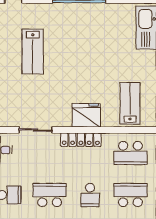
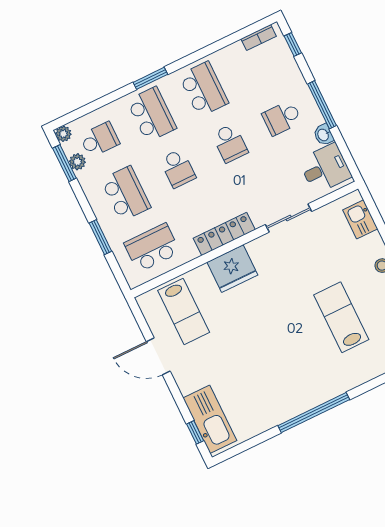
school desk: (50, 195) -> (230, 143), width x0.54
school desk: (90, 195) -> (178, 168), turned 180
school desk: (130, 195) -> (126, 194), turned -90

